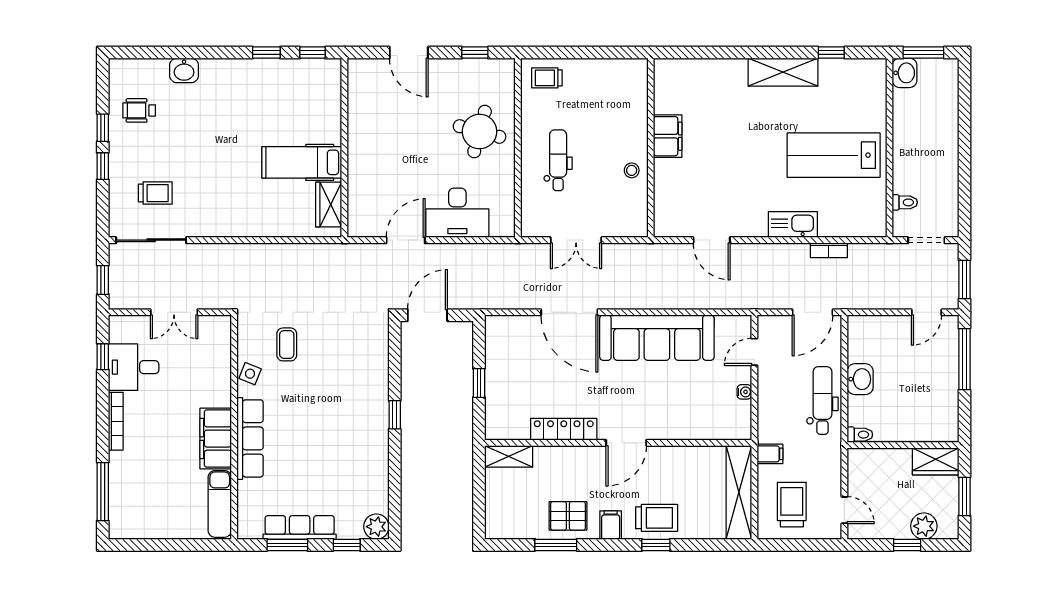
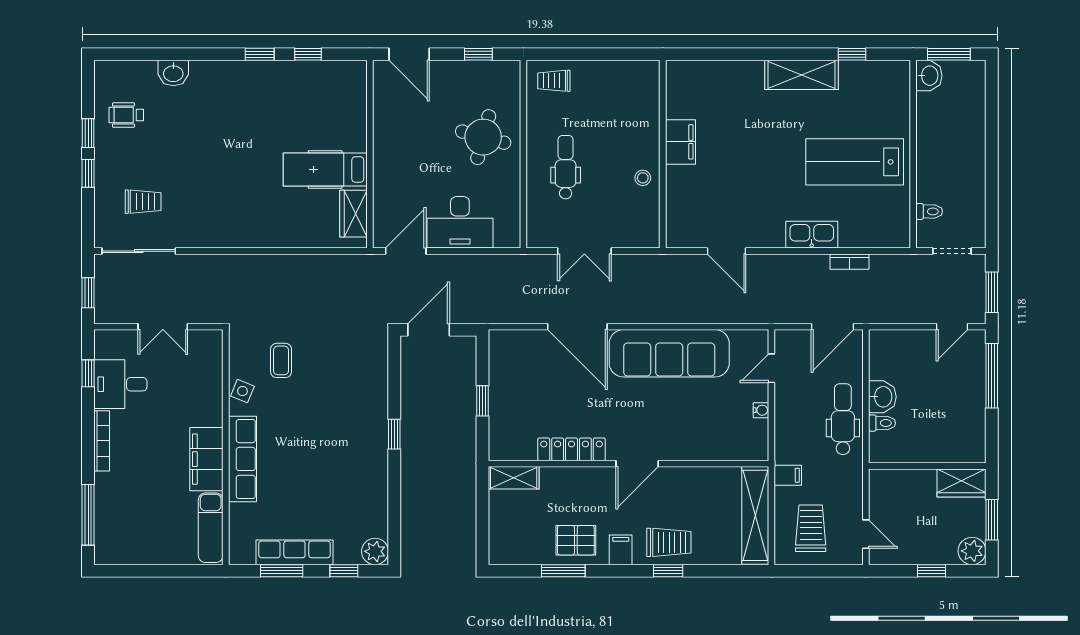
wall: (344, 148) -> (370, 154), moved
hospital bed: (302, 162) -> (325, 169), moved
wardrobe: (329, 205) -> (353, 214), moved
toilet: (860, 435) -> (882, 423), moved
plant: (924, 526) -> (972, 551), moved

